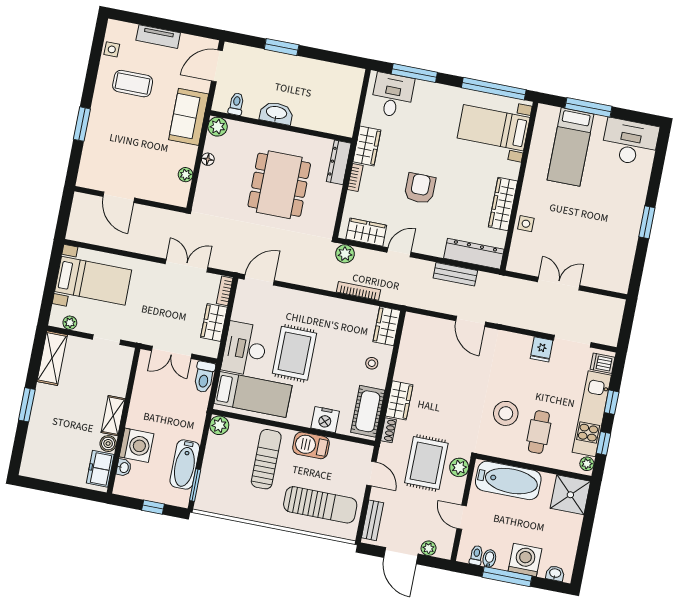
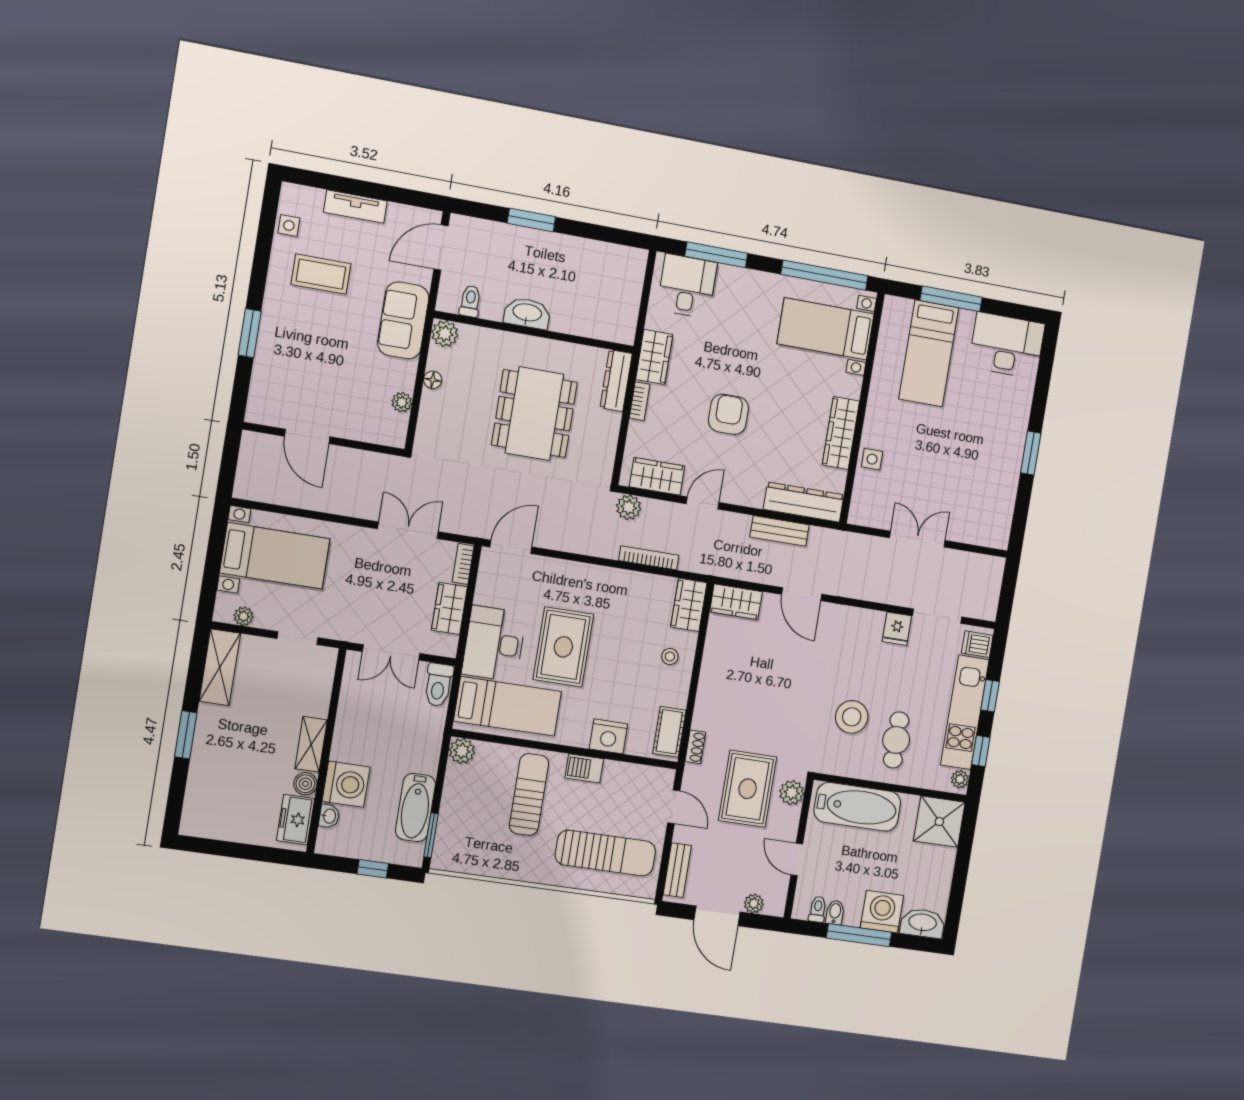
wardrobe: (399, 400) -> (736, 602), moved, turned 90
cot: (368, 411) -> (669, 732), width x0.73, depth x0.75
barbecue: (311, 445) -> (584, 768), width x0.73, depth x0.79
washbasin: (555, 573) -> (923, 923), width x1.91, depth x1.45

